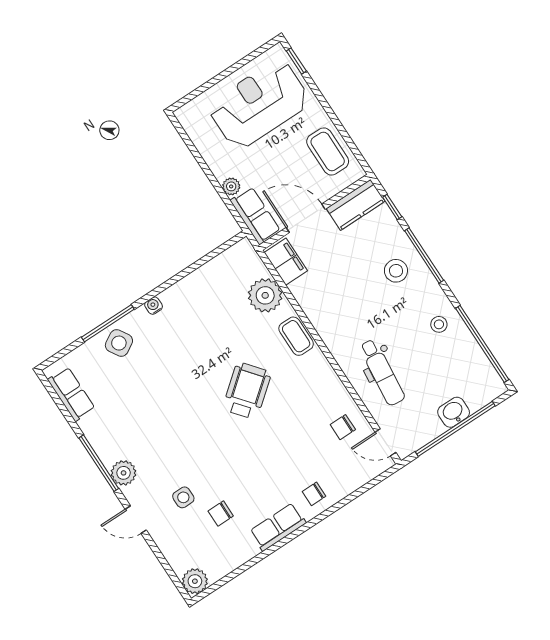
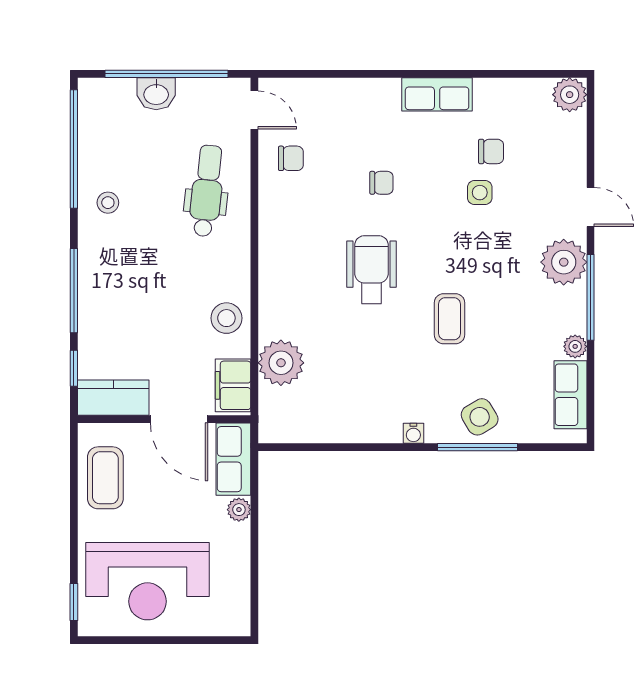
stool: (396, 271) -> (226, 318), moved
coffee table: (296, 336) -> (449, 319), moved
wheelchair: (247, 391) -> (372, 270), turned 129
plant: (88, 426) -> (575, 346), added
plant: (124, 473) -> (564, 262), width x1.36, depth x1.36
chair: (314, 494) -> (381, 183), moved
side table: (183, 497) -> (480, 193), moved

